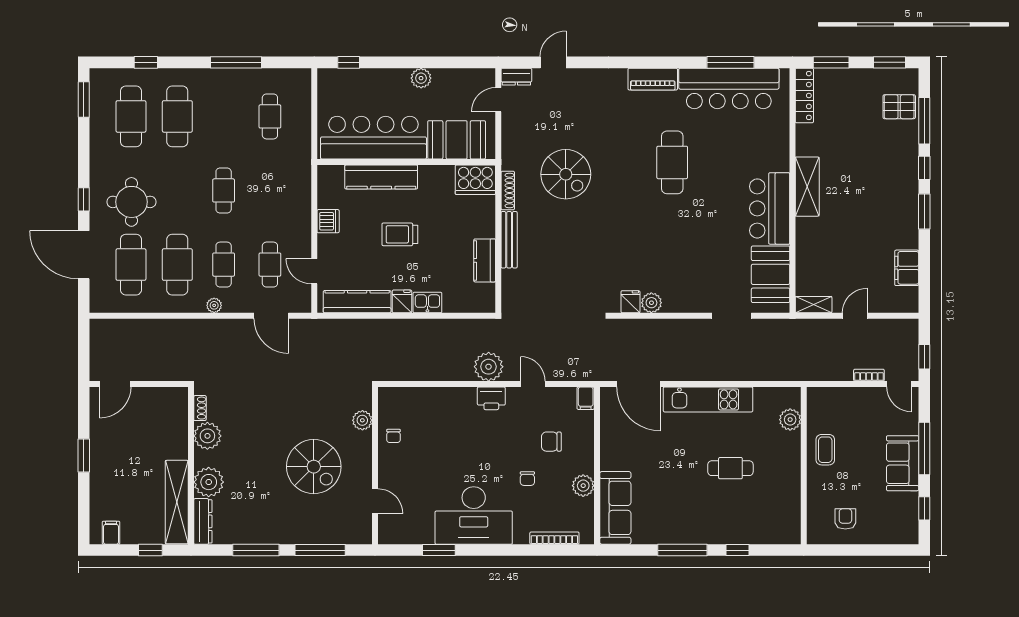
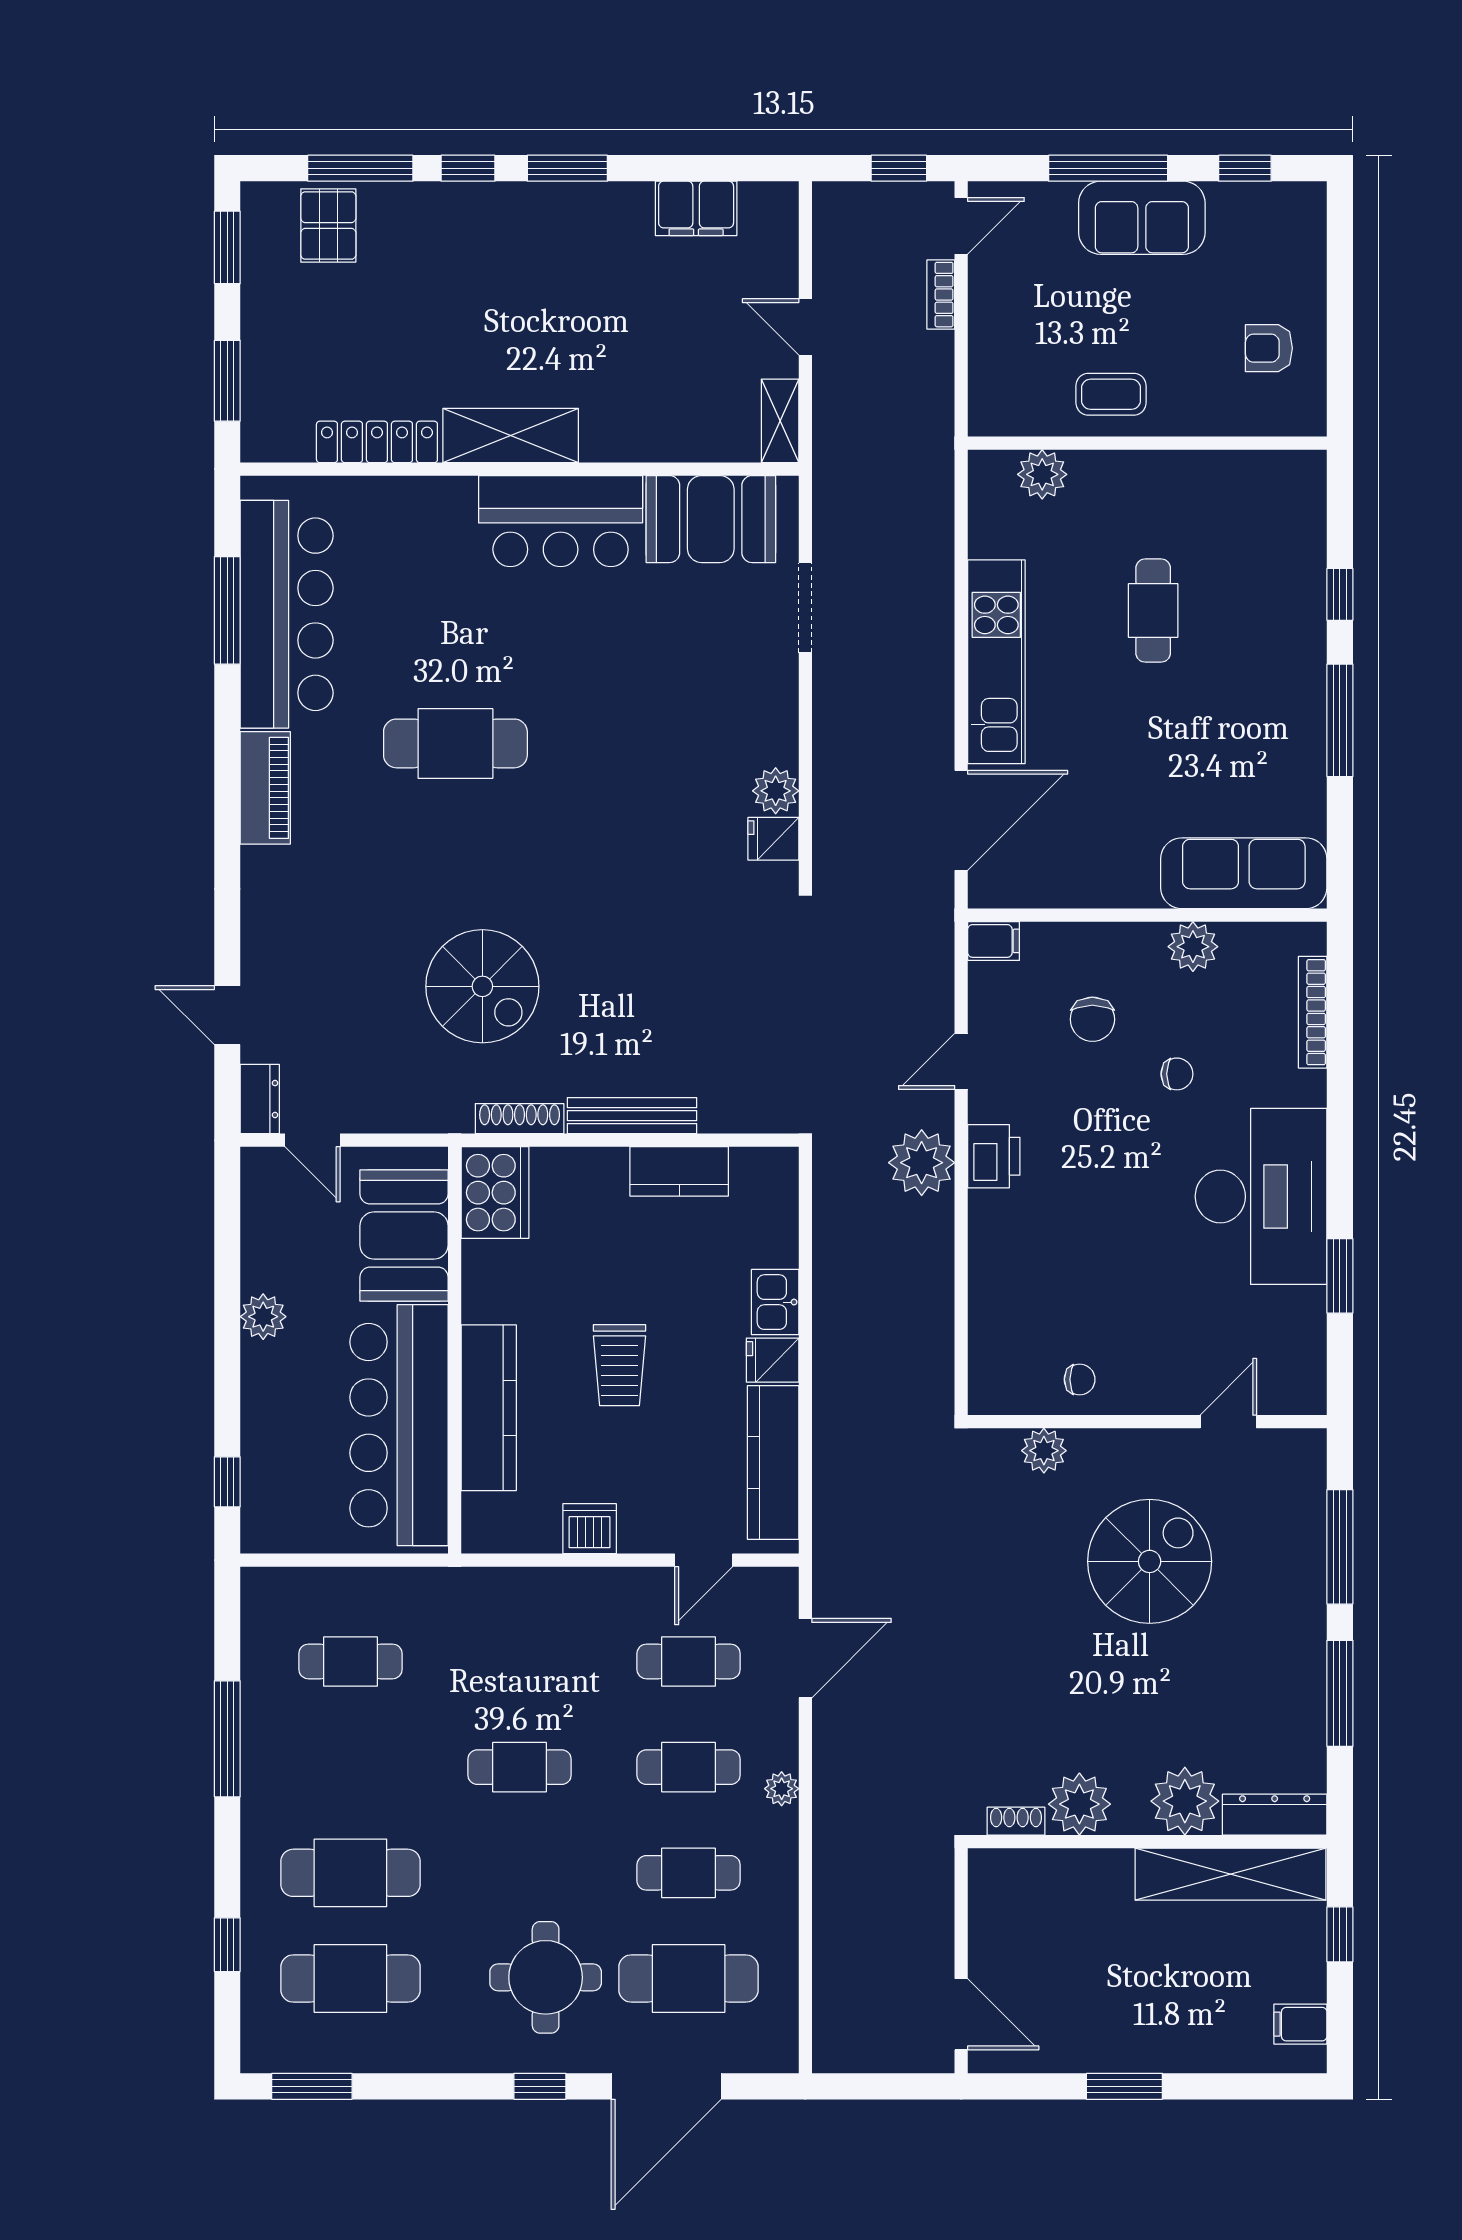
locker: (804, 95) -> (377, 442), moved
spiral stairs: (566, 174) -> (482, 986), turned 90
cafe table: (177, 265) -> (689, 1873), width x0.73, depth x0.74

